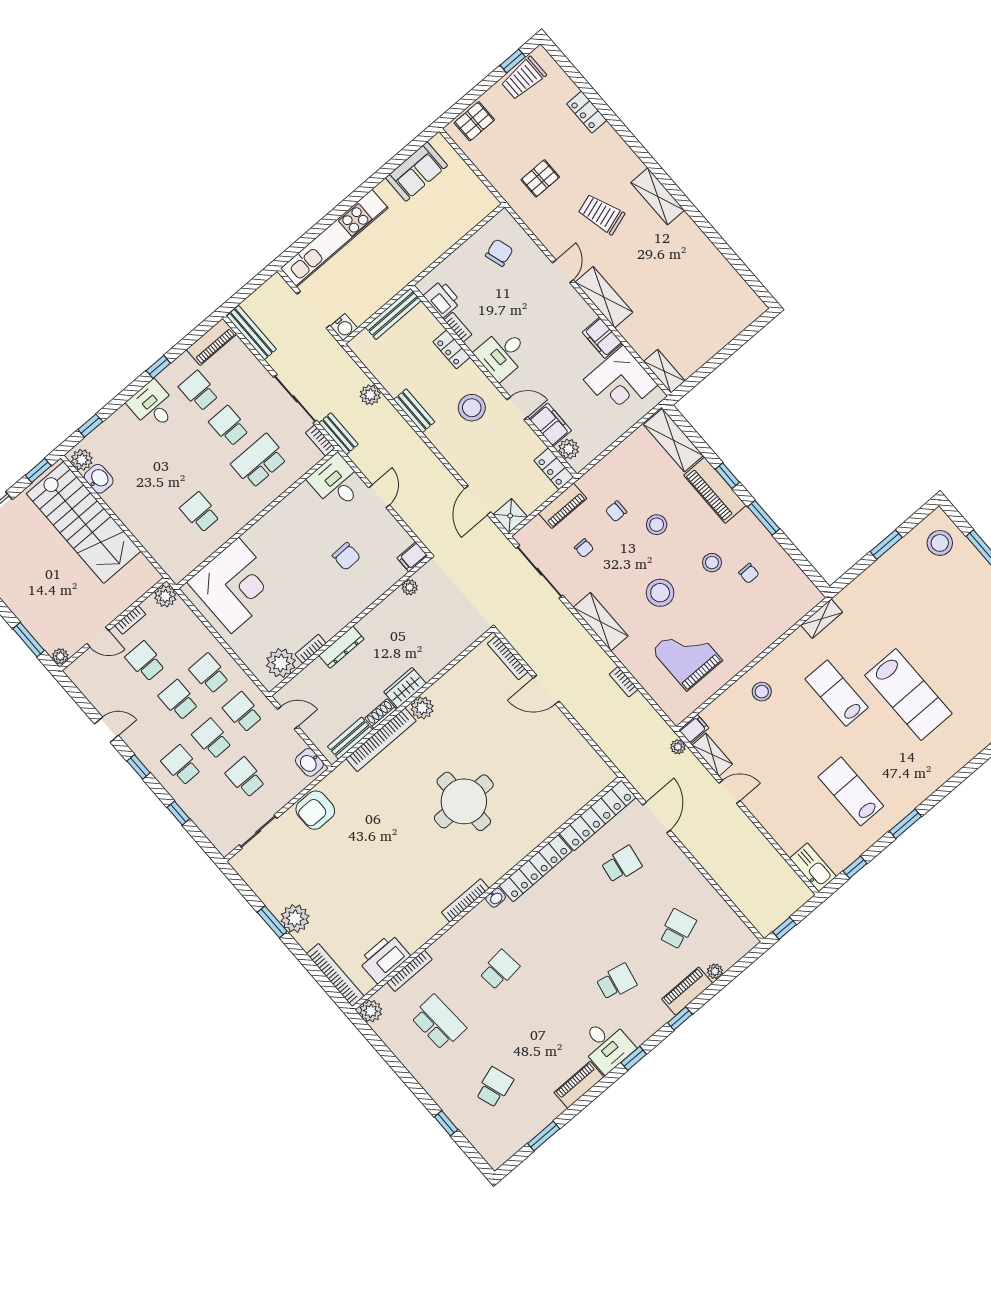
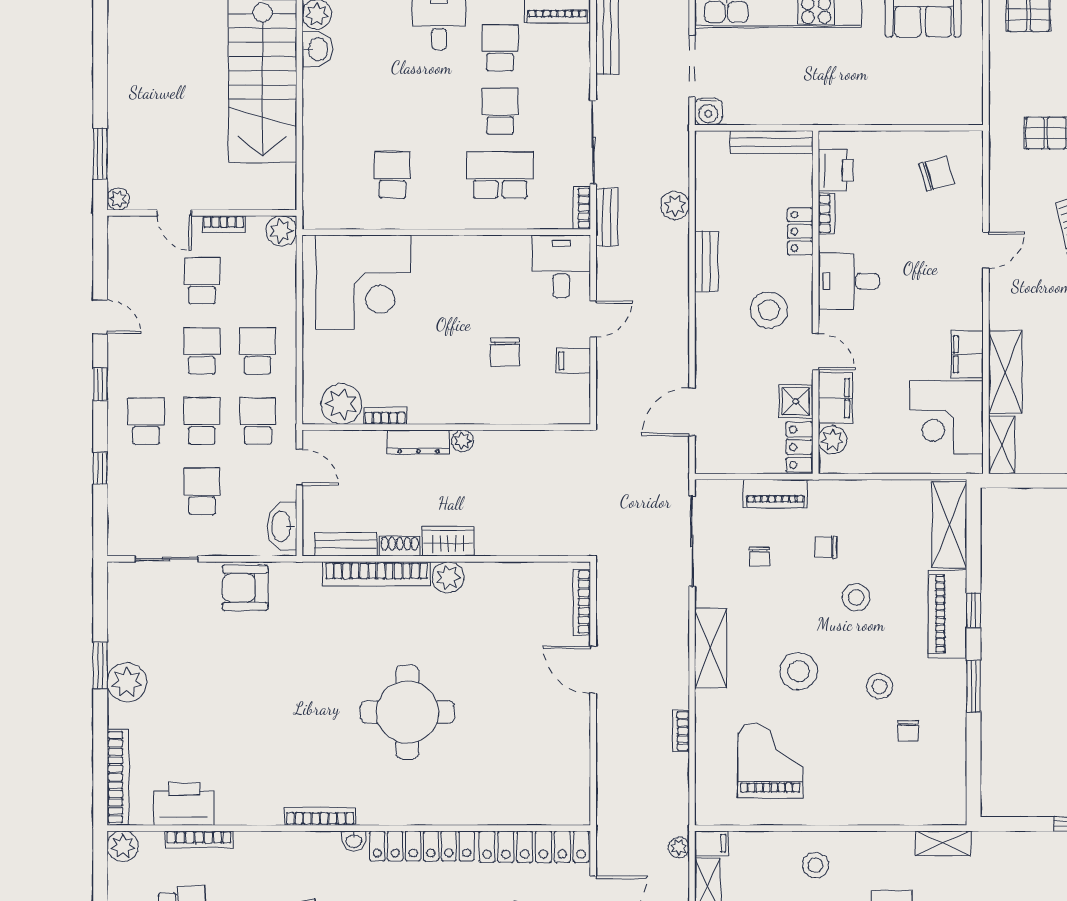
shelving: (604, 297) -> (1005, 372), moved
shower: (510, 516) -> (796, 401), moved
filing cabinet: (412, 557) -> (573, 361), moved
plant: (410, 587) -> (463, 441), moved
washbasin: (309, 762) -> (282, 526), width x1.38

